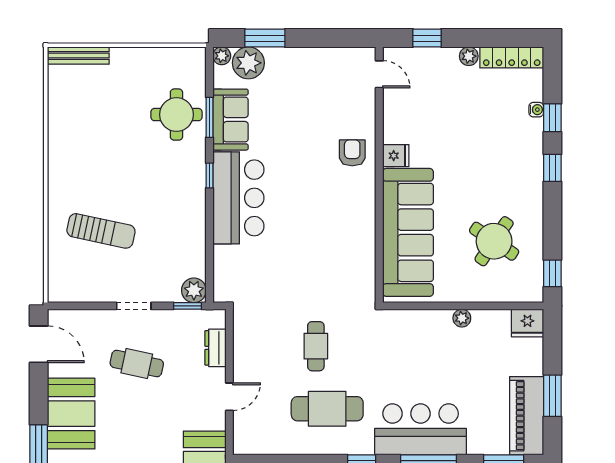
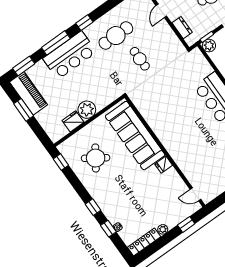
armchair: (352, 153) -> (183, 153), removed
plant: (462, 318) -> (87, 110), width x1.87, depth x1.87
fridge: (527, 323) -> (73, 121), moved

